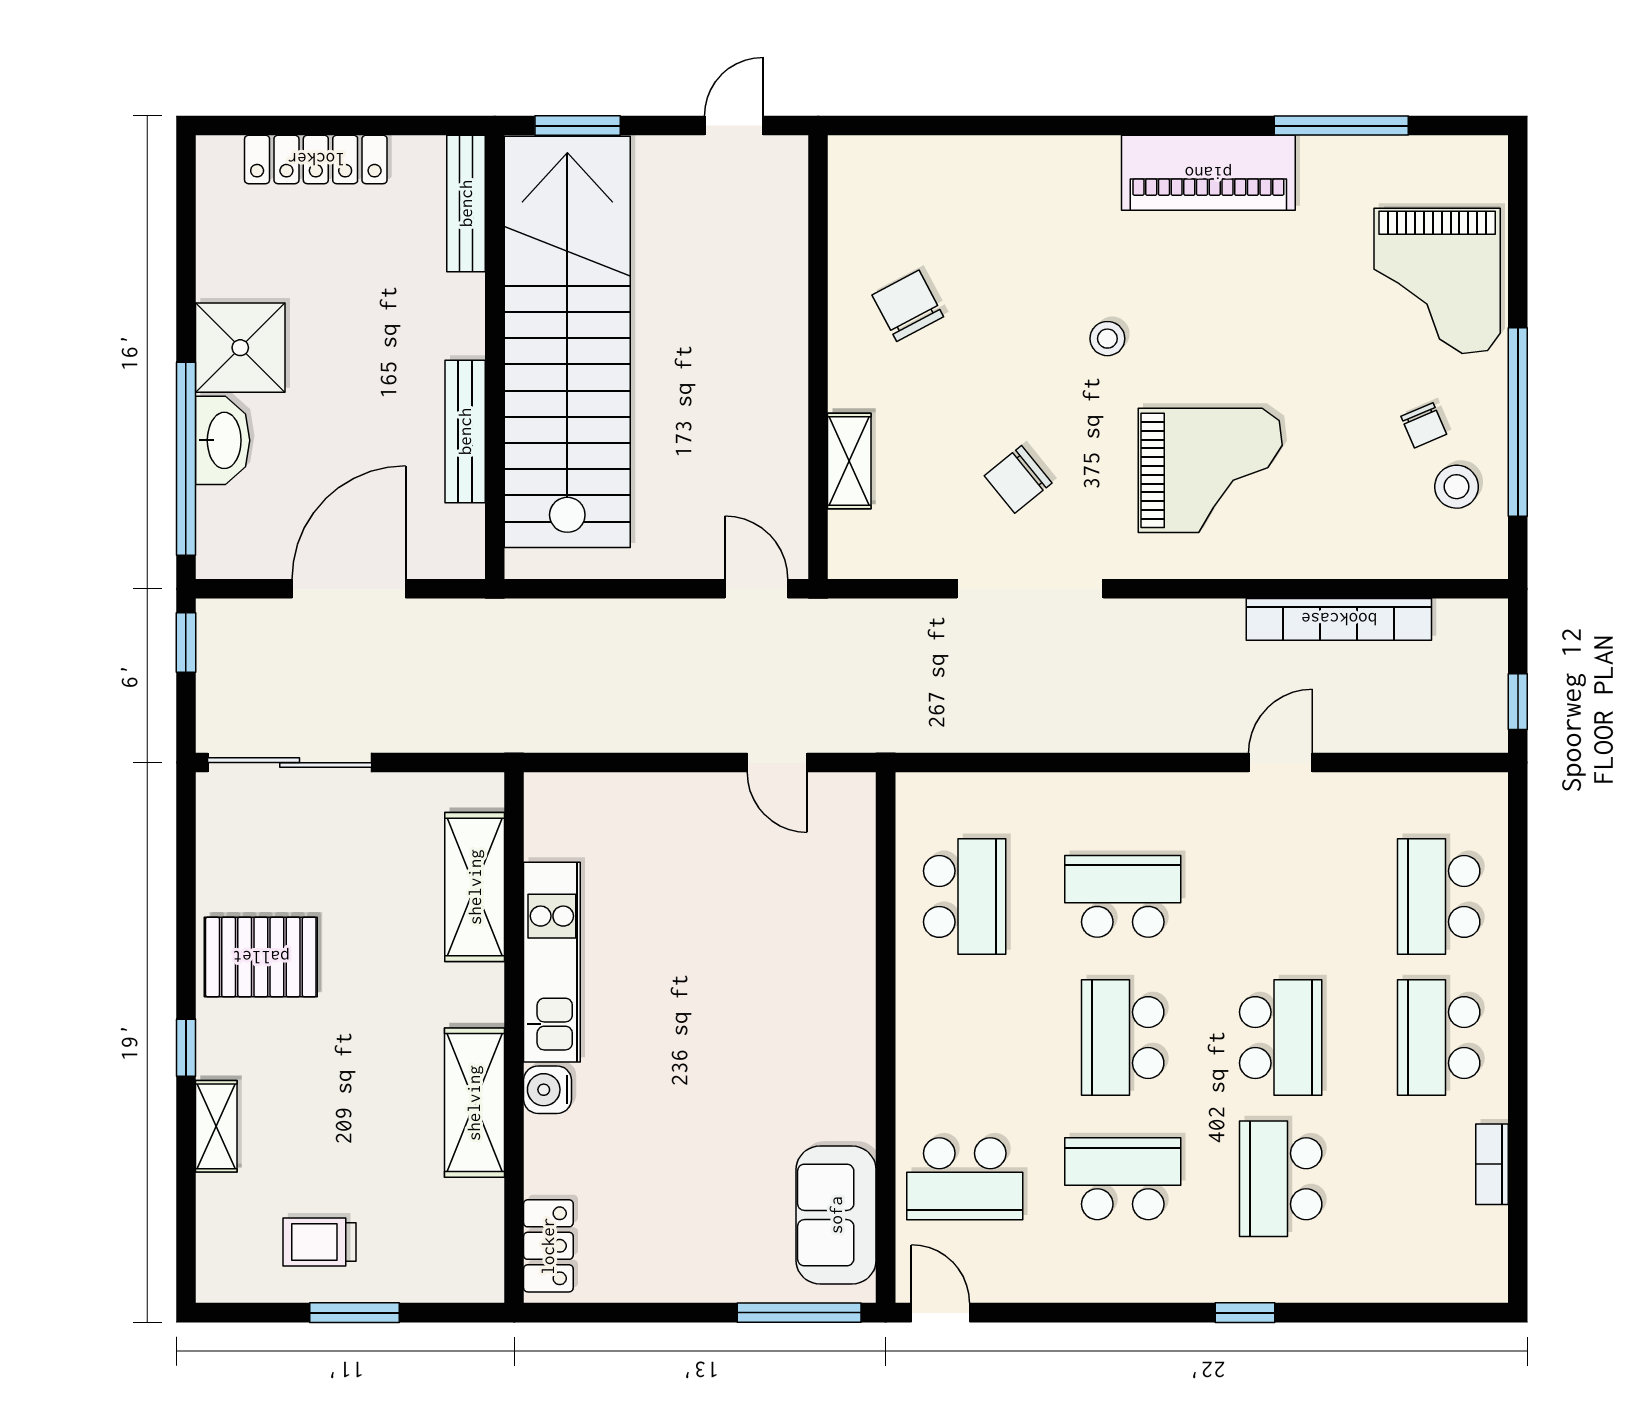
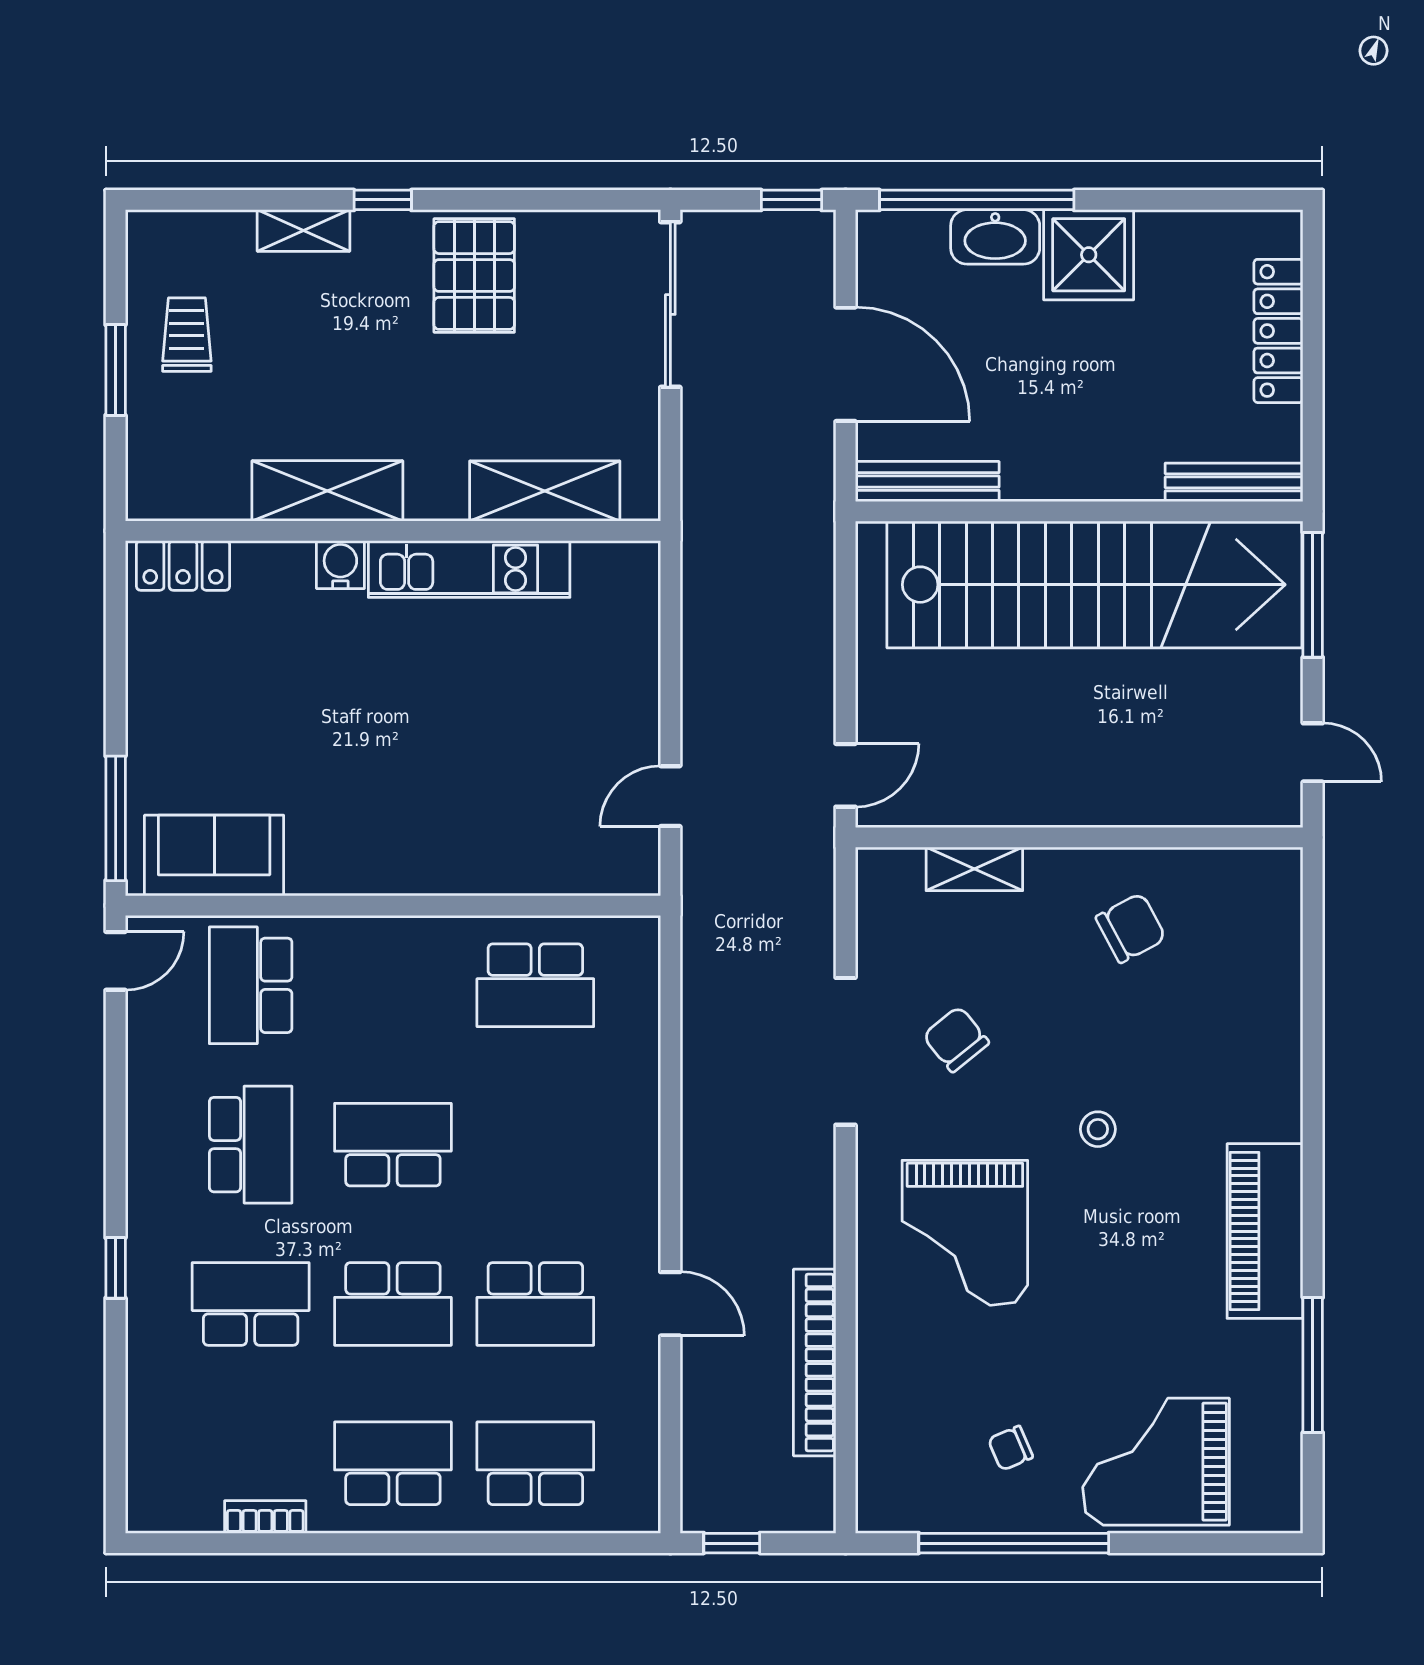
window: (578, 126) -> (1313, 595), width x1.44
bench: (465, 431) -> (927, 482), moved
stool: (1457, 487) -> (949, 1481), removed
school desk: (1123, 896) -> (535, 1304), moved, turned 90

